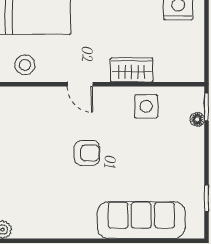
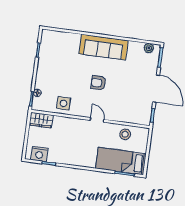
wardrobe: (132, 70) -> (41, 120), moved
sofa: (141, 220) -> (104, 47), moved

